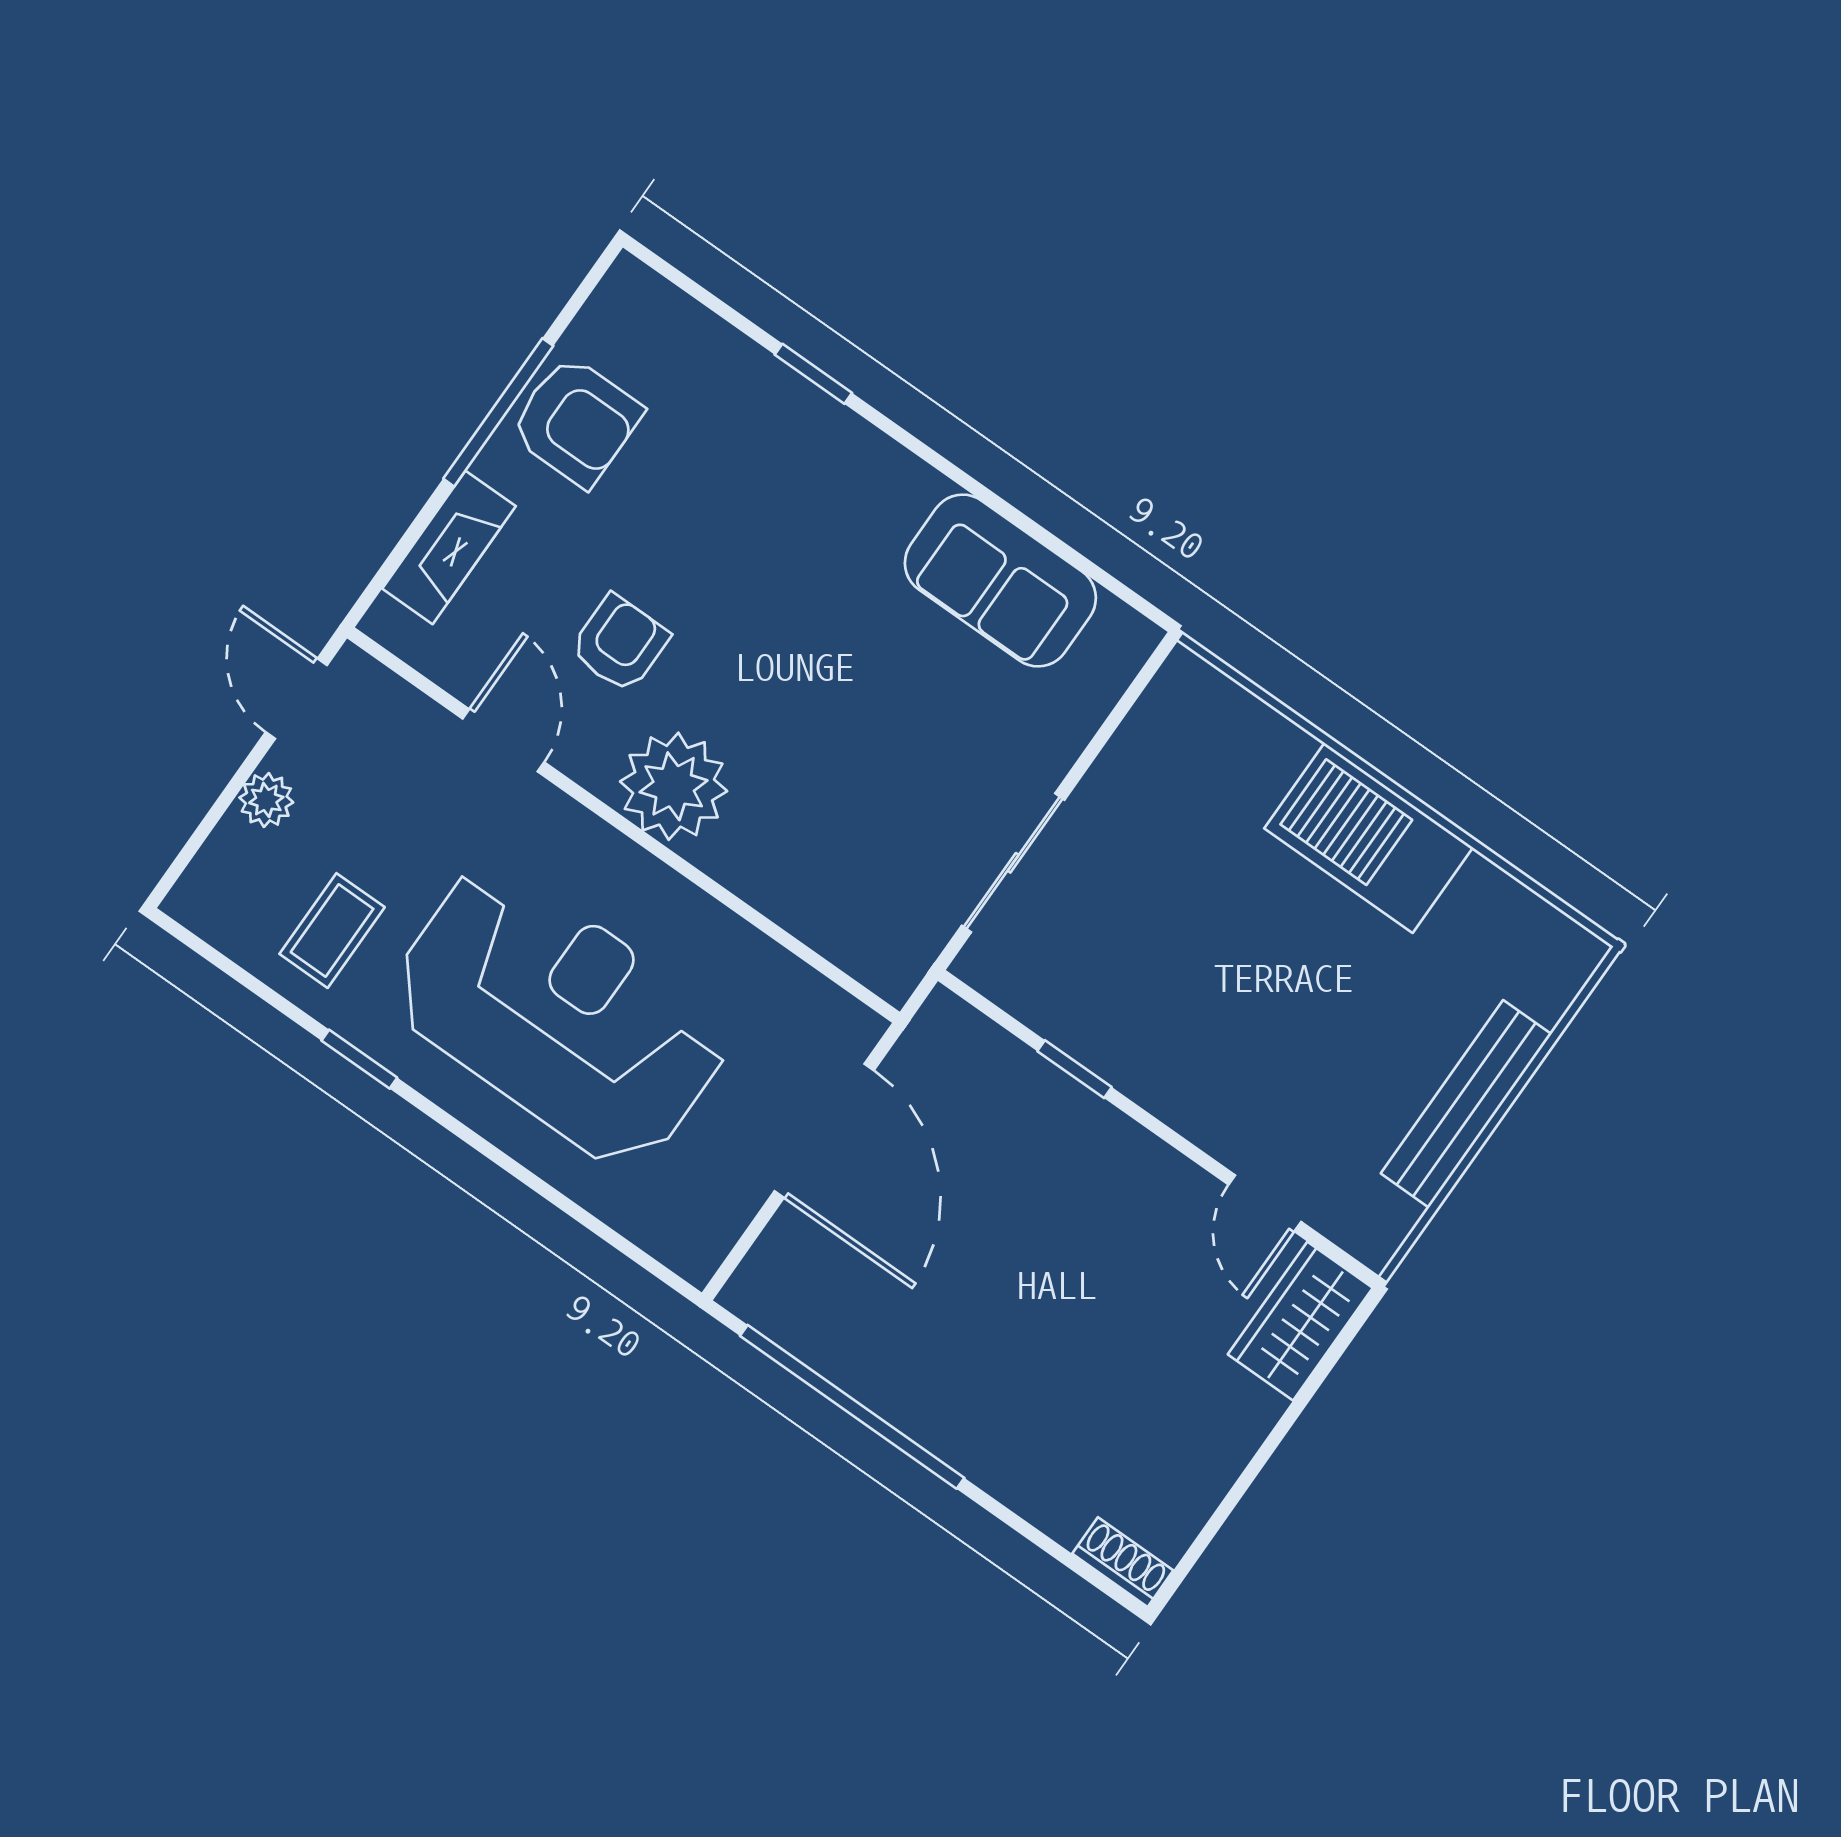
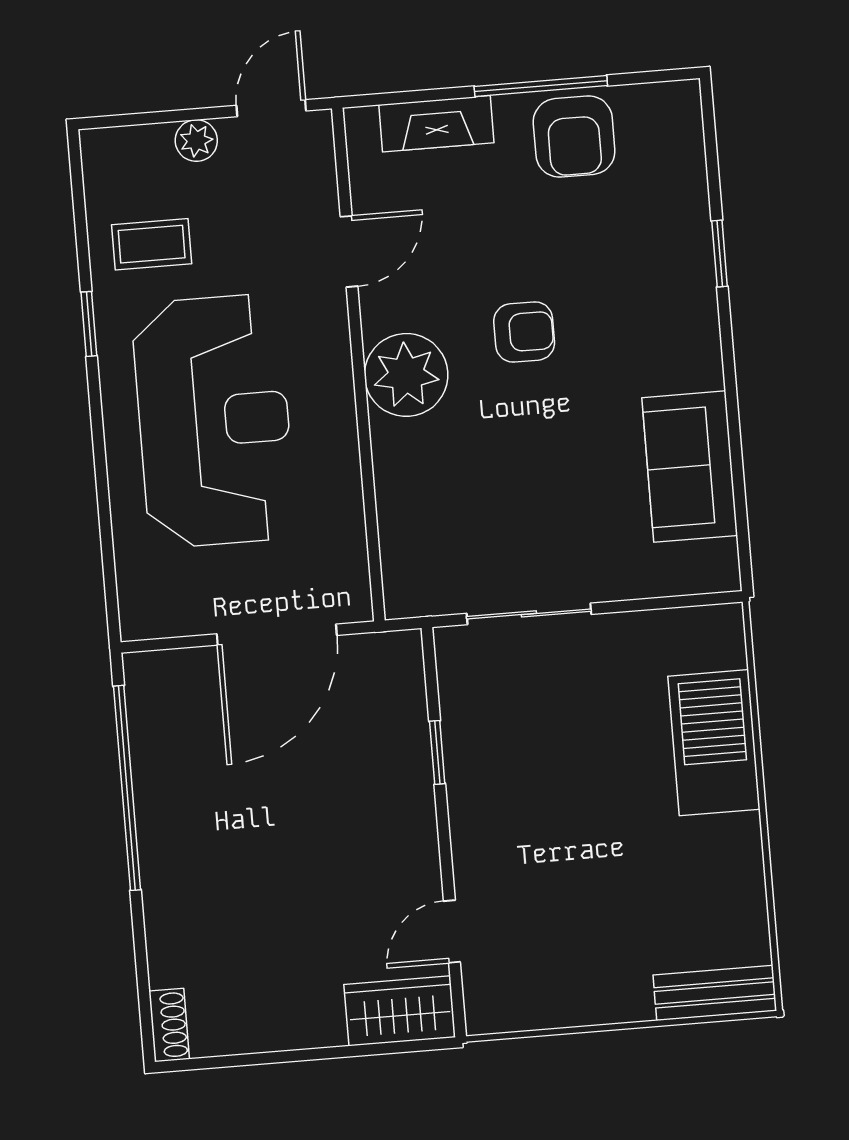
armchair: (620, 643) -> (524, 332), moved
barbecue: (1369, 838) -> (714, 743), moved
bench: (1466, 1104) -> (715, 993), moved, width x0.73

